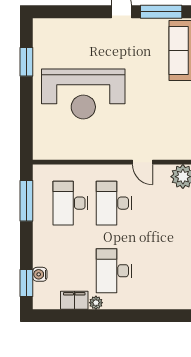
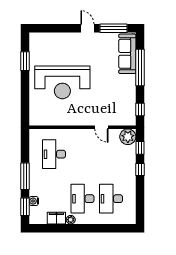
window: (26, 201) -> (25, 176), moved
desk: (114, 203) -> (111, 199), moved

